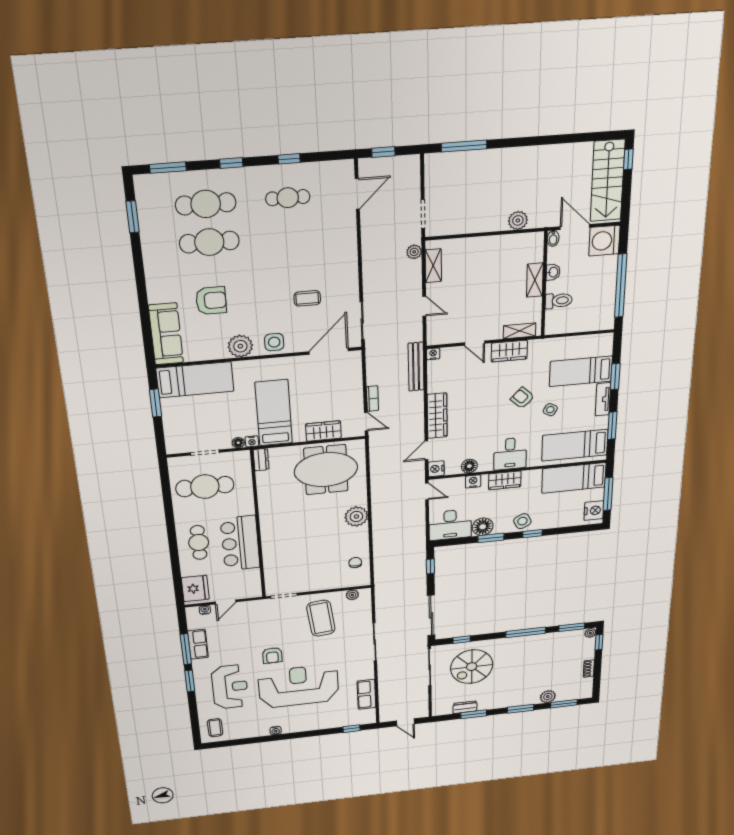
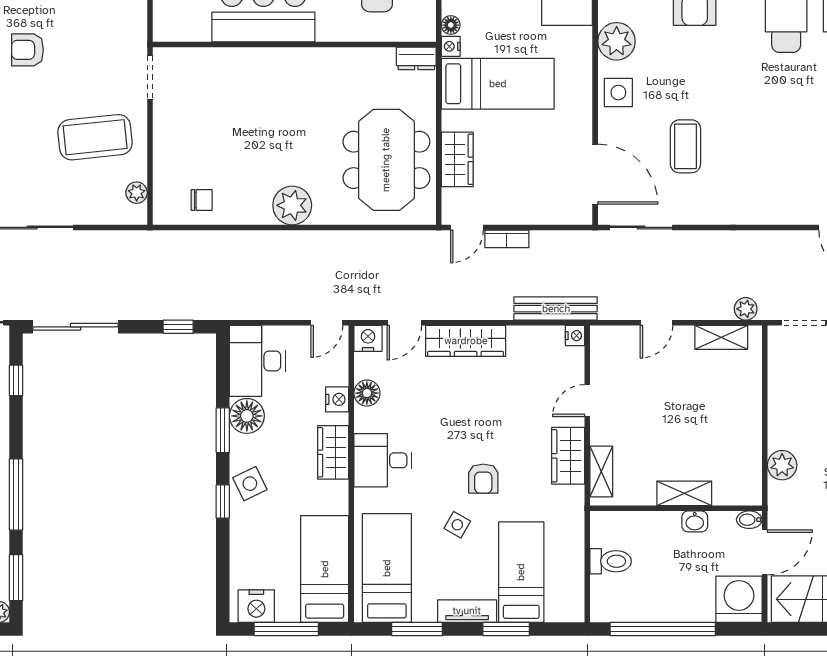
coffee table: (307, 298) -> (685, 146), width x1.36, depth x1.30
toilet: (559, 301) -> (611, 561), moved, turned -90
armchair: (522, 398) -> (483, 479), turned 136
door: (426, 450) -> (404, 323), swing flipped

